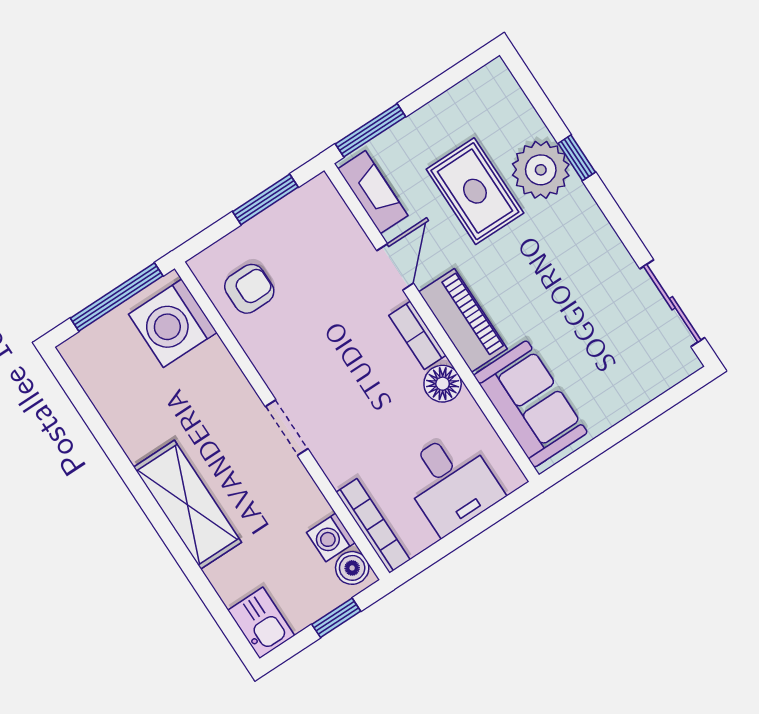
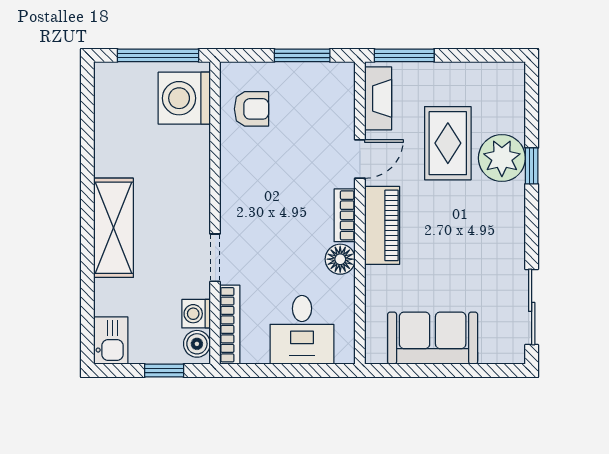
sofa: (530, 404) -> (433, 338), moved, turned -90
doorway: (287, 428) -> (215, 258), moved

